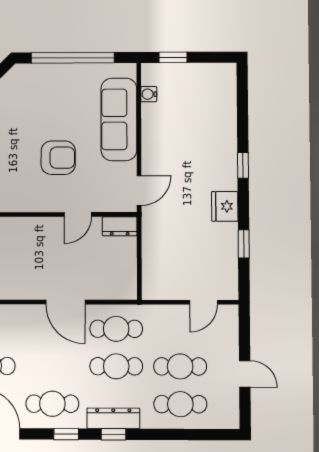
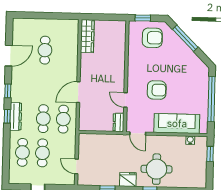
round table: (204, 154) -> (157, 169), added
armchair: (58, 158) -> (157, 90), turned -90
cafe table: (52, 404) -> (24, 84), removed

